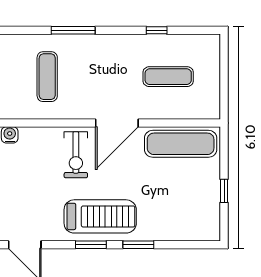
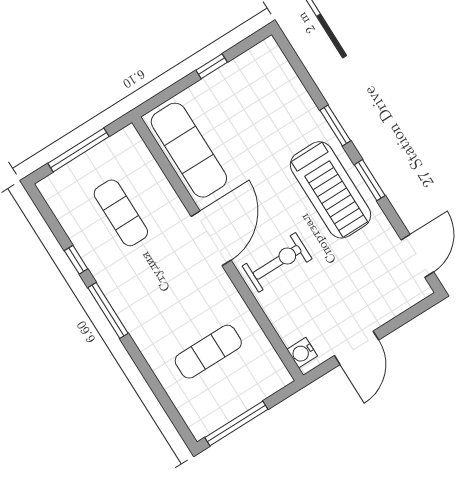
window: (73, 30) -> (108, 310), moved
window: (224, 75) -> (79, 150), added
door: (117, 123) -> (211, 238), hinge flipped
treadmill: (100, 216) -> (330, 190), turned 180

